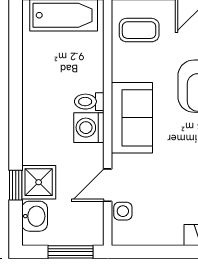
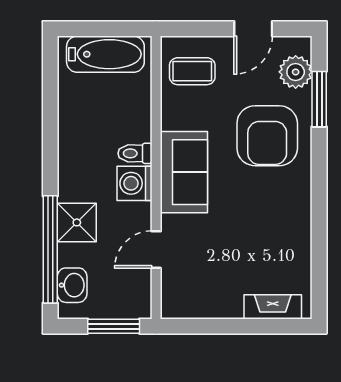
shower: (39, 182) -> (77, 222), moved
window: (16, 185) -> (50, 249), width x3.17
side table: (123, 211) -> (174, 279), removed

